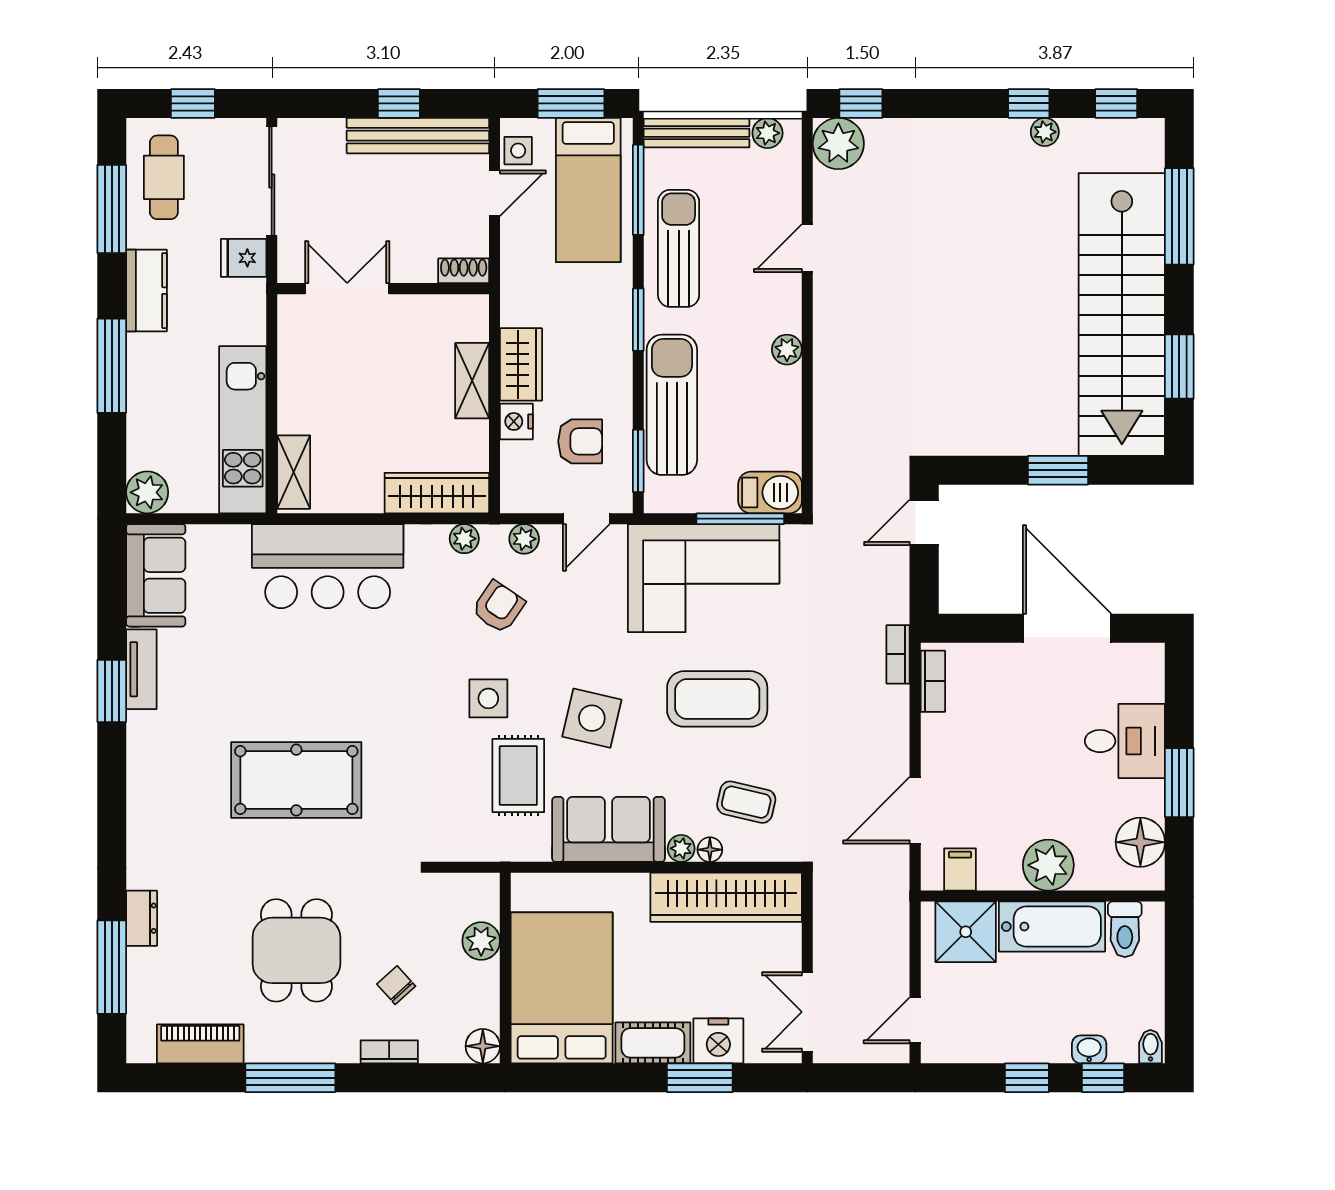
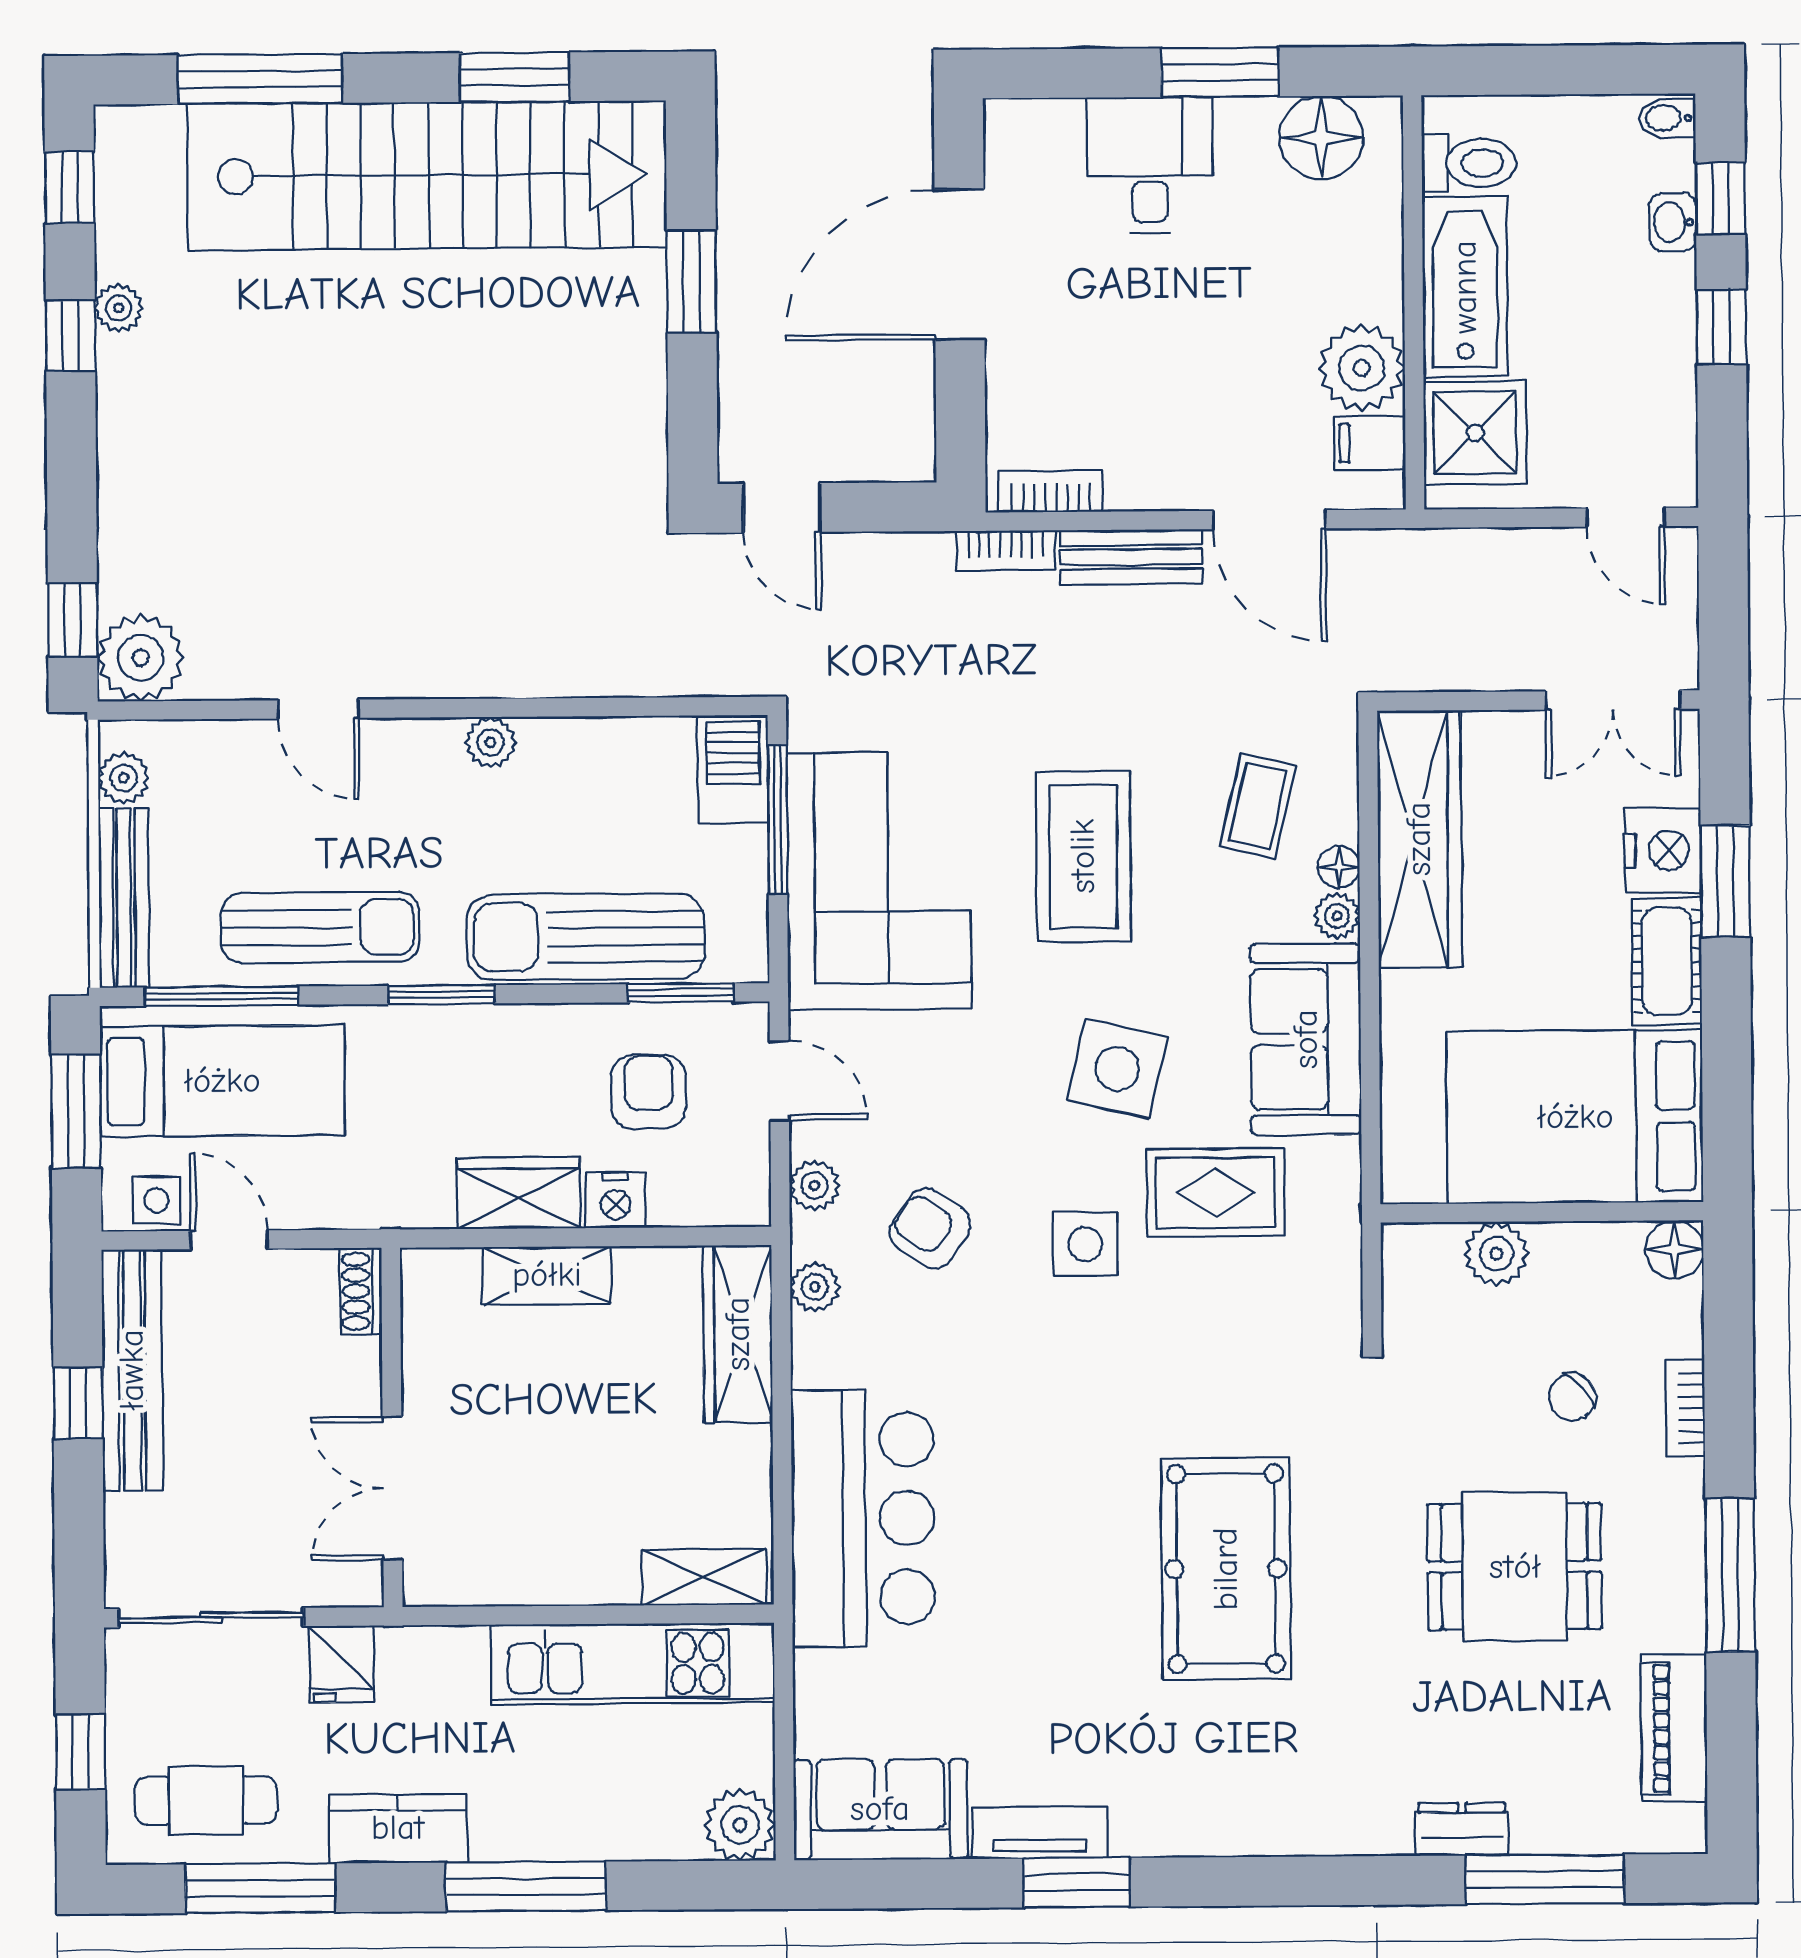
sun lounger: (679, 248) -> (320, 927), turned 180
bench: (894, 728) -> (1131, 557), added
plant: (1048, 865) -> (1362, 368), moved

